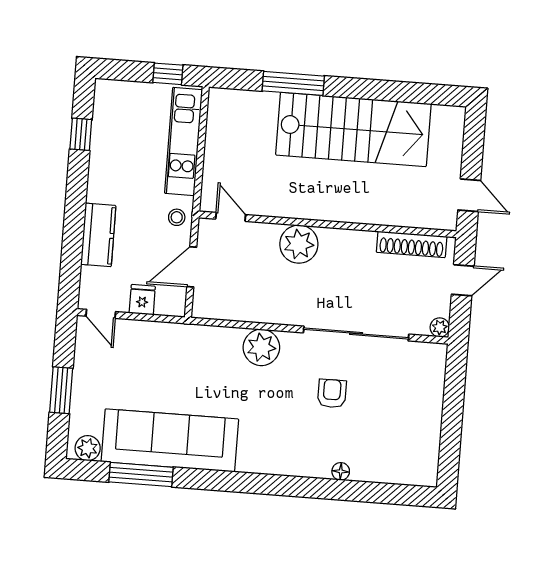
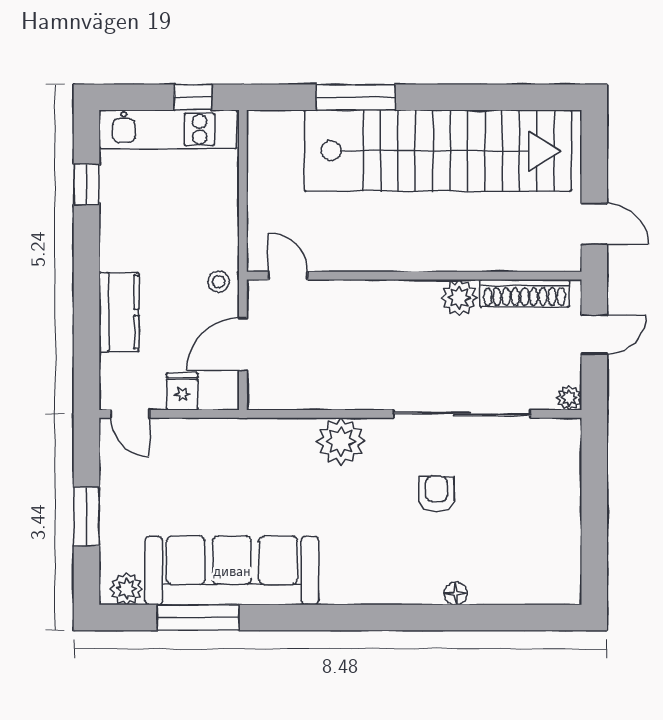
stairs: (353, 129) -> (438, 151), width x1.36
kitchen unit: (183, 141) -> (168, 129), moved, turned -90
plant: (299, 244) -> (459, 298), moved, width x0.73, depth x0.73

